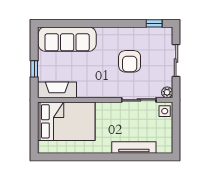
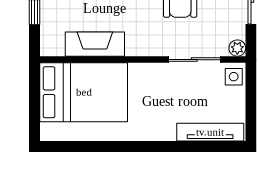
fireplace: (57, 90) -> (95, 44), moved
tv unit: (134, 147) -> (210, 132), moved

